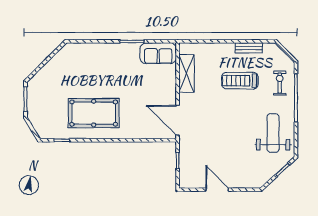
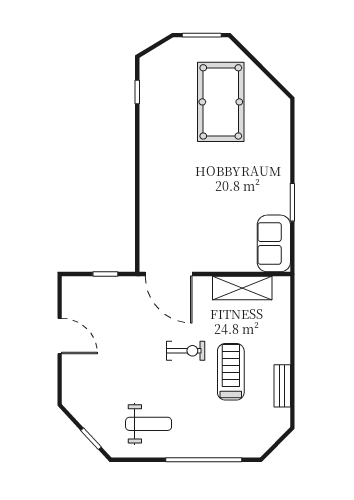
exercise bike: (280, 83) -> (186, 351), moved
pool table: (94, 113) -> (221, 102), moved
door: (178, 120) -> (169, 274), swing flipped
weight bench: (273, 133) -> (149, 424), width x0.73, depth x0.75
door: (217, 190) -> (60, 336), hinge flipped

